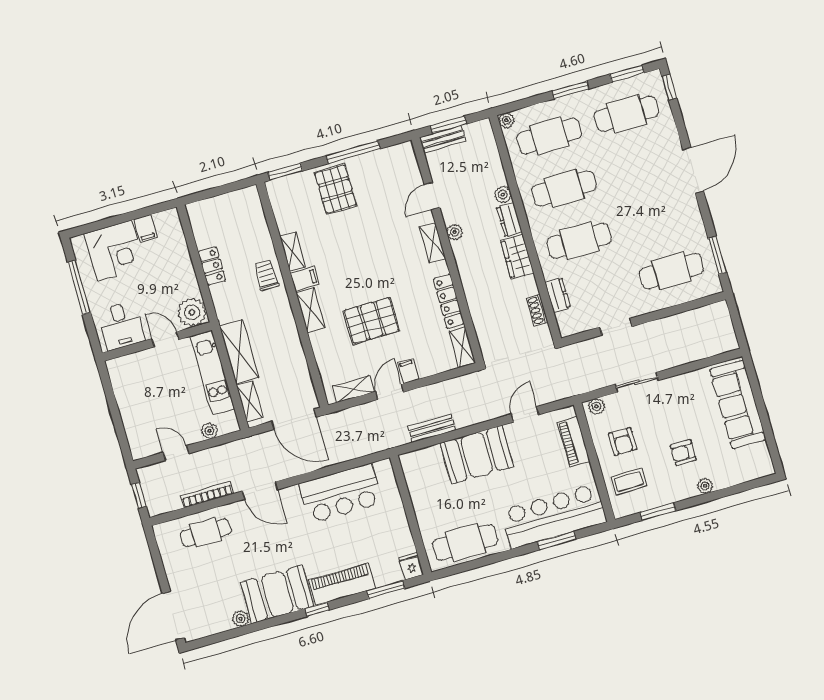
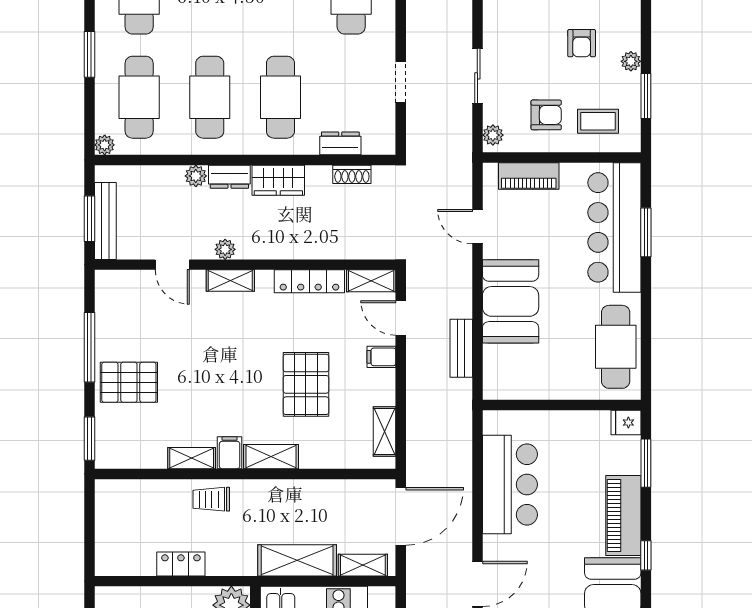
bench: (443, 139) -> (105, 221), width x1.36
door: (390, 392) -> (401, 318), moved
coffee table: (629, 481) -> (598, 121), turned 90
plant: (705, 486) -> (631, 61), moved

